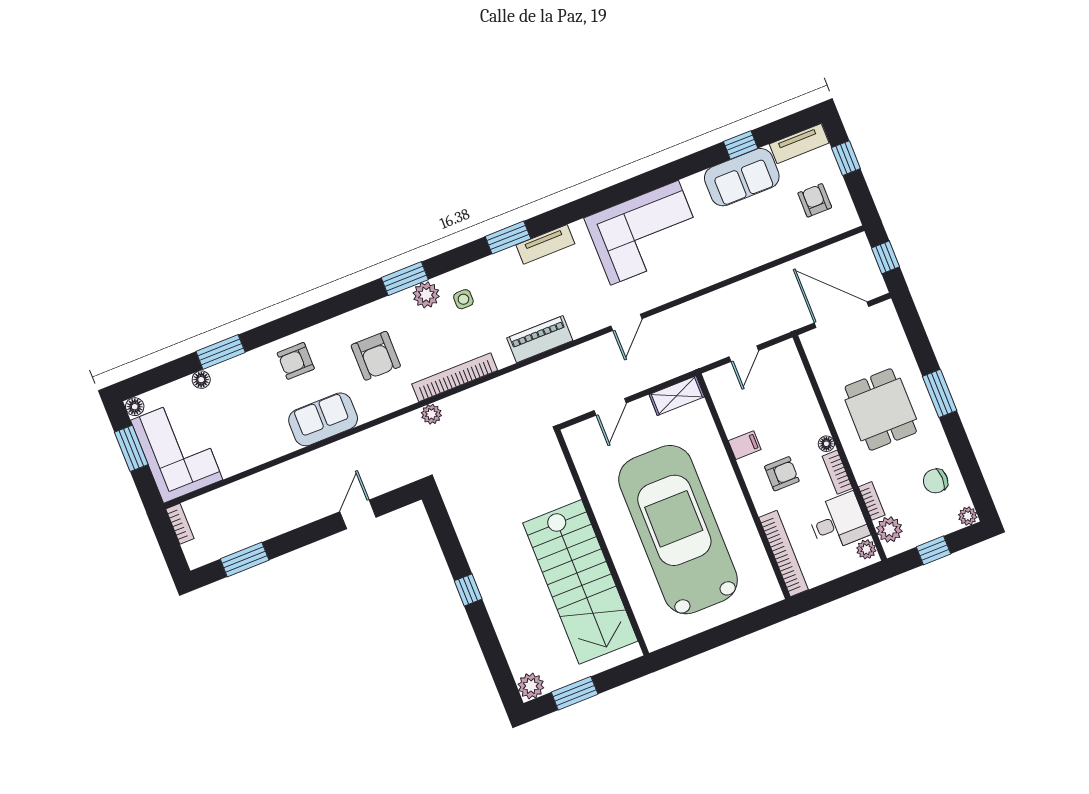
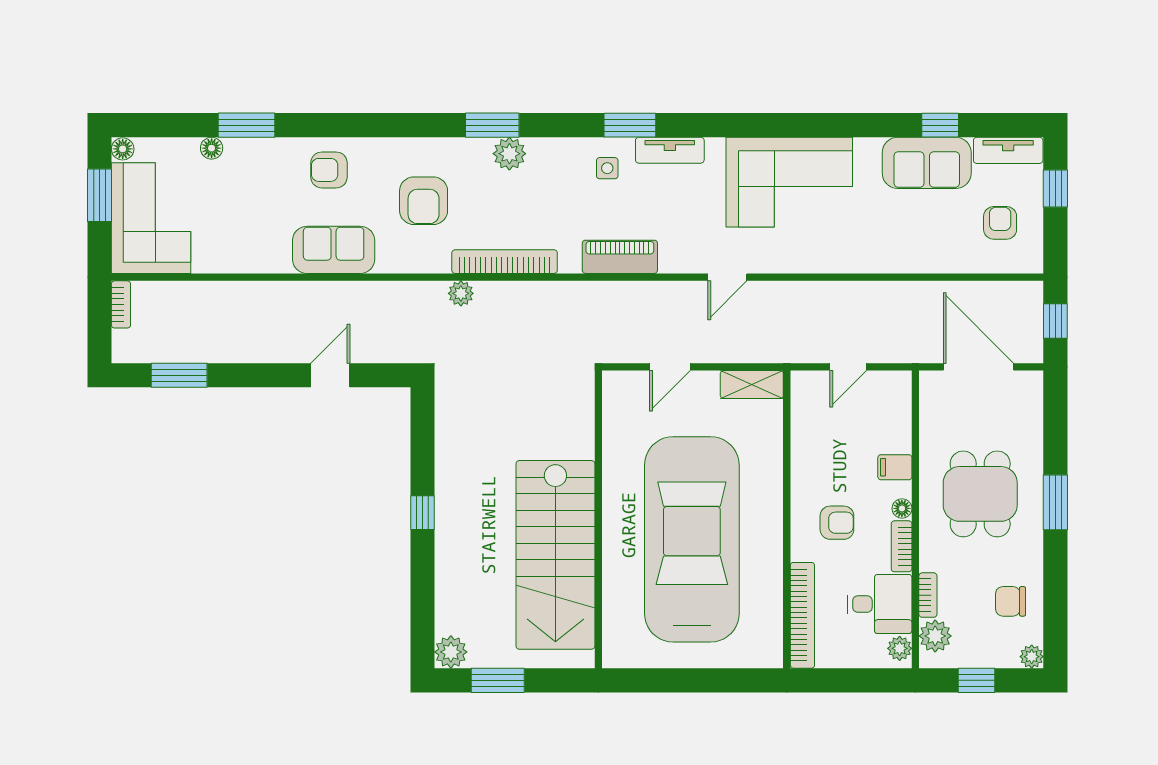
side table: (463, 299) -> (607, 168), moved
filing cabinet: (745, 445) -> (895, 467), moved, turned 180

